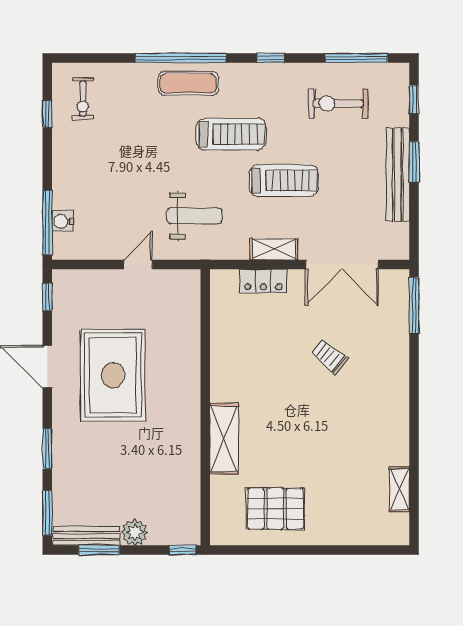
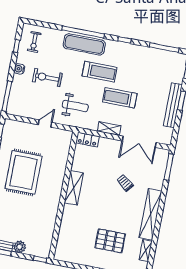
exercise mat: (188, 83) -> (84, 44), width x1.36, depth x1.45
exercise bike: (338, 103) -> (47, 78), moved
treadmill: (284, 181) -> (120, 98), turned 180
water cooler: (62, 221) -> (19, 69), moved
locker: (263, 281) -> (87, 140), moved
shelving: (395, 412) -> (150, 214), added
shelving: (224, 439) -> (74, 188), moved
pallet: (275, 509) -> (110, 241), moved

